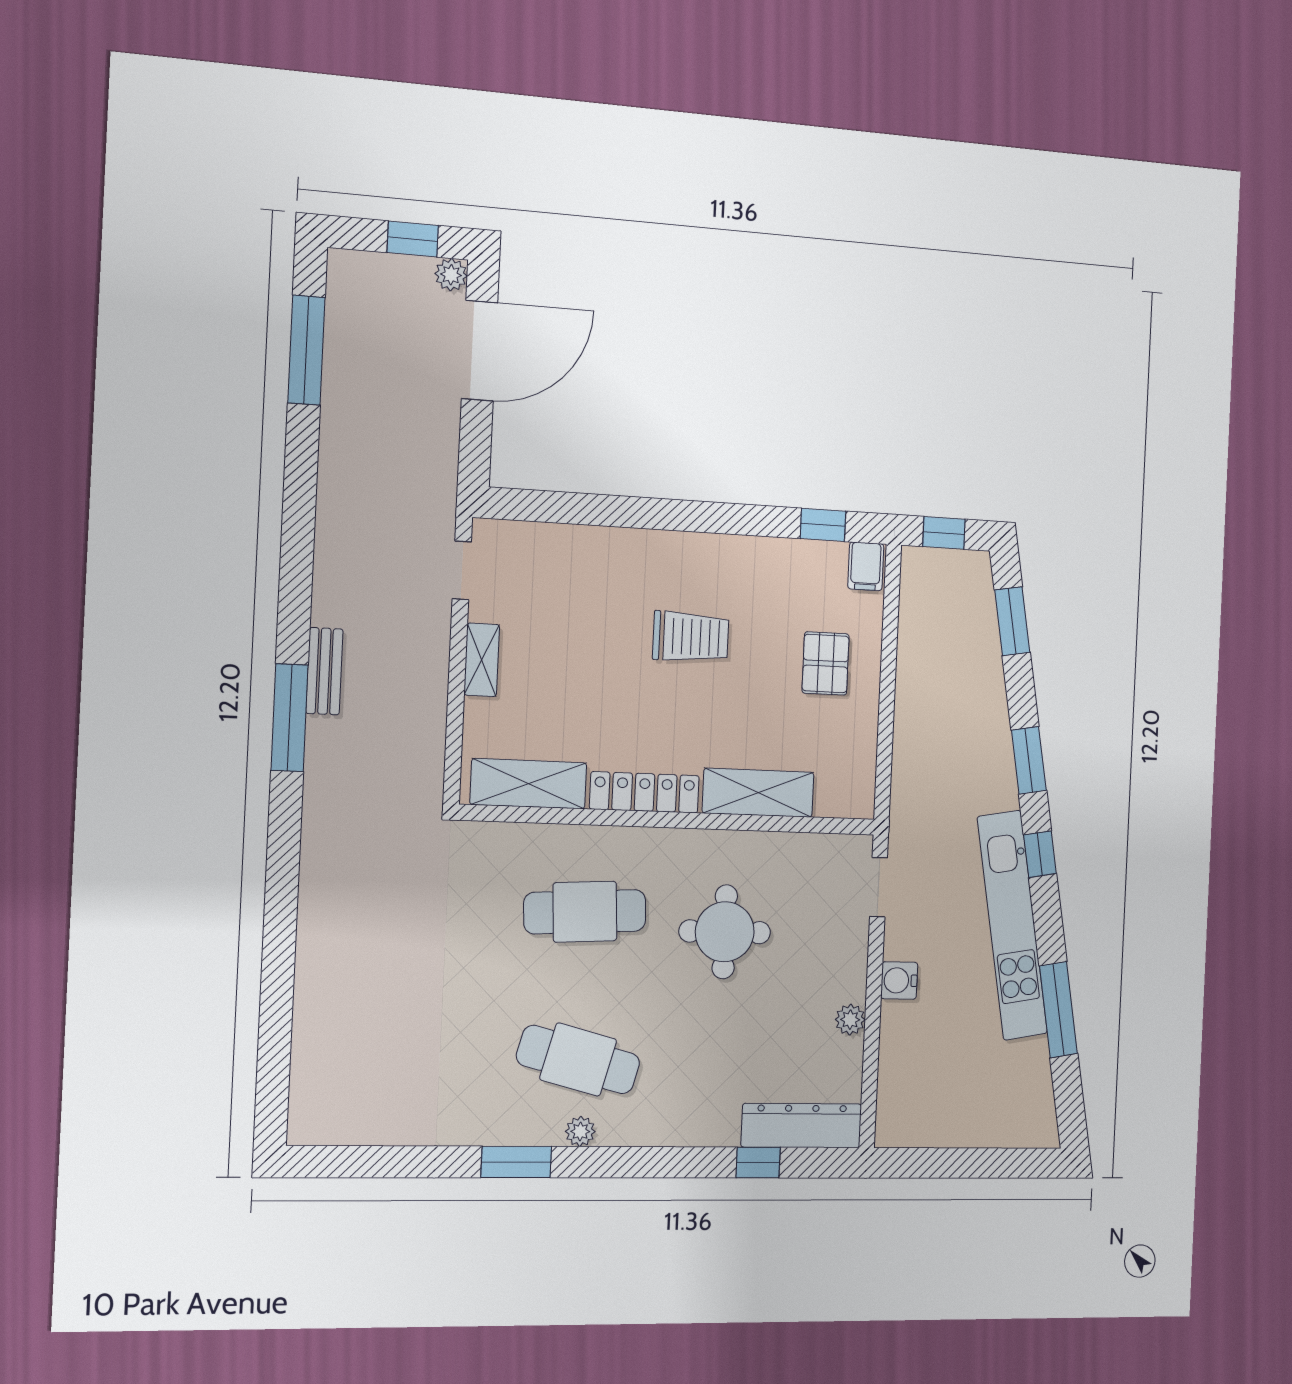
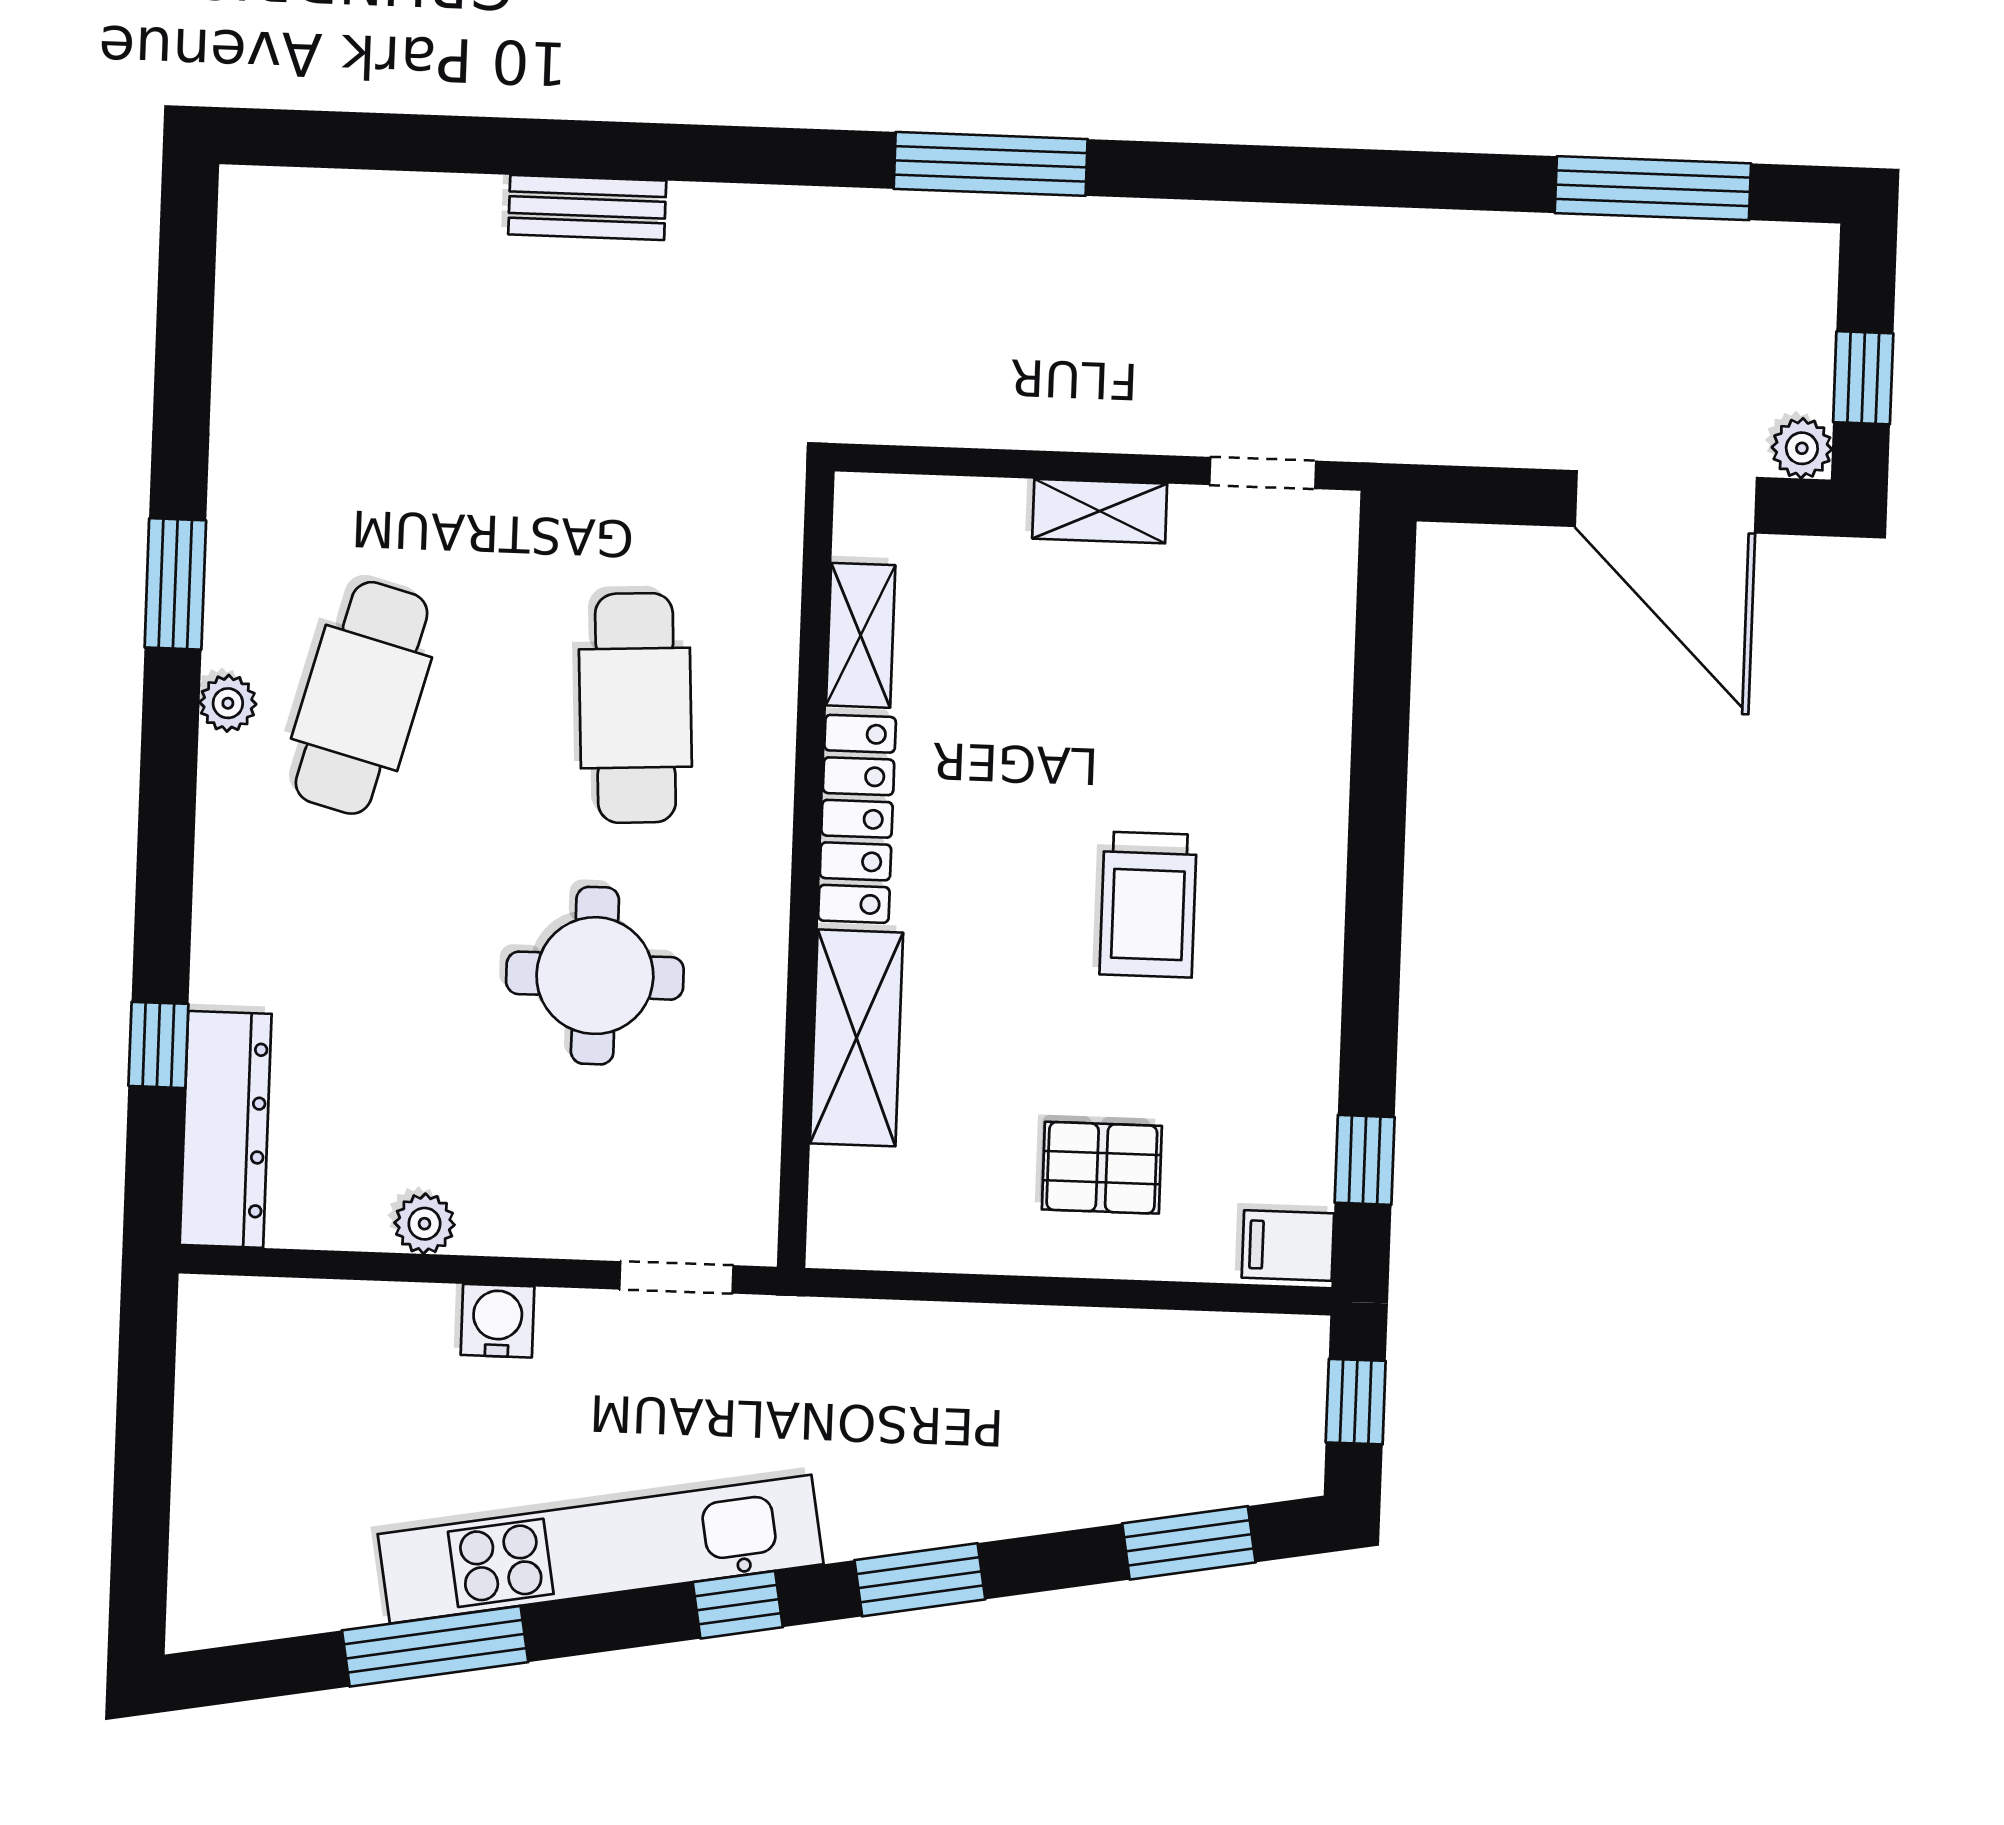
bench: (324, 671) -> (587, 207), moved
shelving: (528, 784) -> (861, 635), width x0.67, depth x0.75

